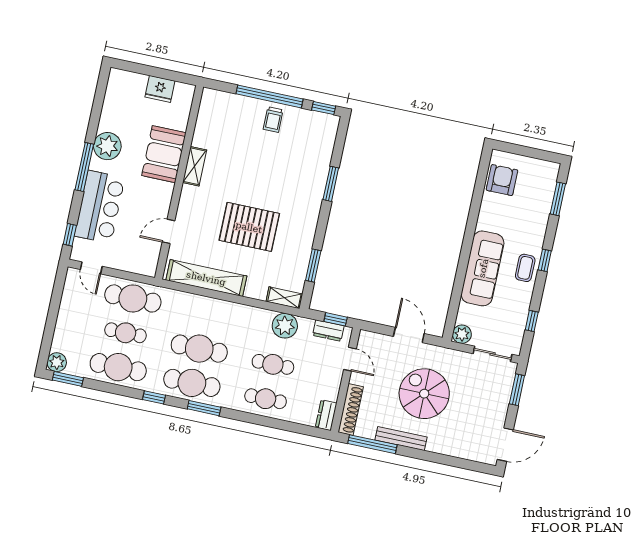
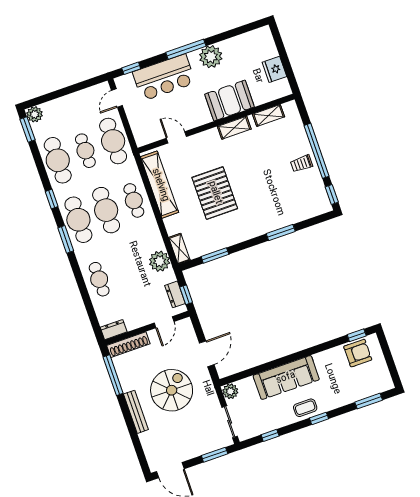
shelving: (203, 124) -> (269, 115), added
window: (483, 170) -> (357, 335), added
cafe table: (273, 364) -> (134, 200), moved
bench: (401, 439) -> (136, 412), moved

